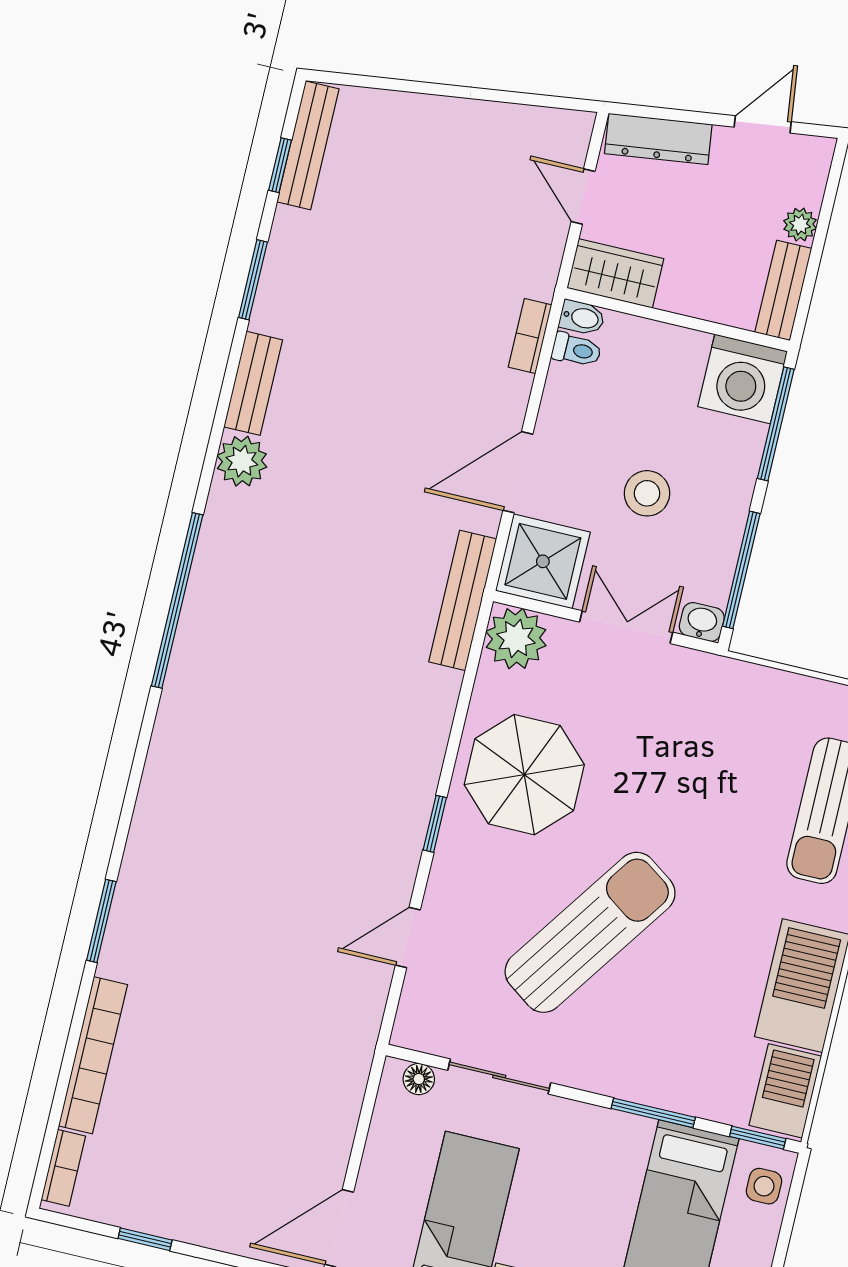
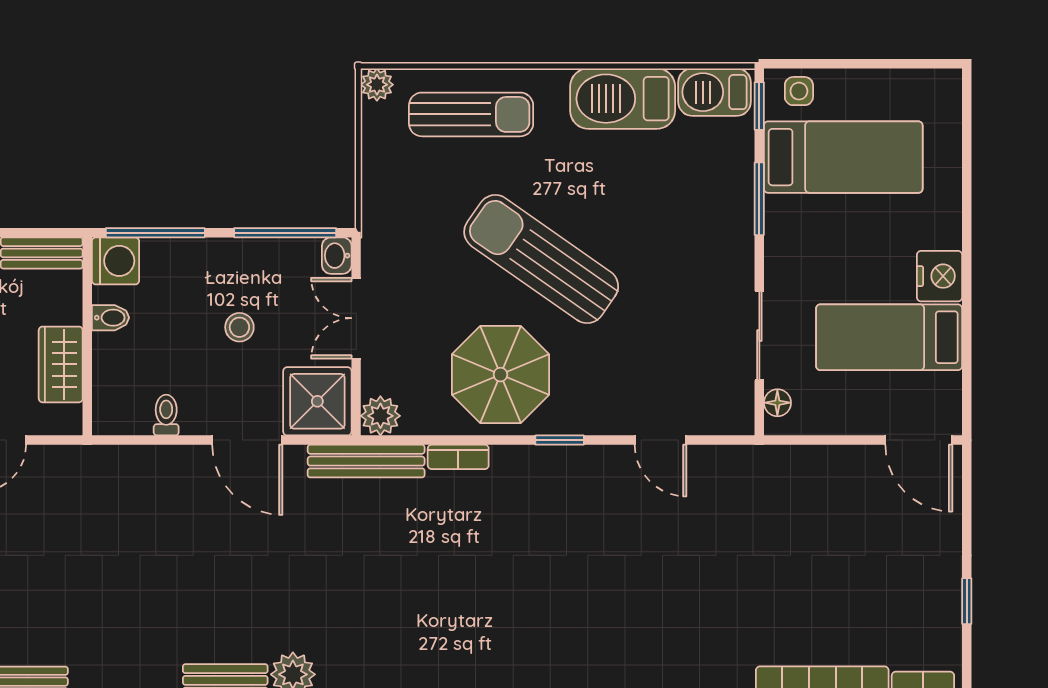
wardrobe: (615, 273) -> (61, 364), moved
bidet: (582, 318) -> (110, 318), moved, turned 90
bookcase: (530, 336) -> (458, 457), moved
toilet: (576, 350) -> (166, 415), moved
washing machine: (743, 379) -> (115, 261), width x0.73, depth x0.73
stool: (647, 493) -> (239, 327), width x0.73, depth x0.73
plant: (516, 638) -> (380, 416), width x0.73, depth x0.73
sun lounger: (590, 932) -> (541, 259), moved

